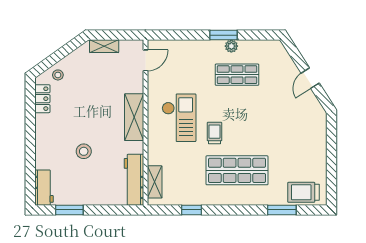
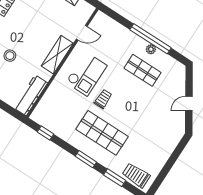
window: (224, 35) -> (150, 39), width x2.11
door: (145, 60) -> (82, 33), moved
shelving: (155, 182) -> (43, 106), removed
window: (191, 210) -> (46, 133), moved
window: (238, 210) -> (86, 159), added

